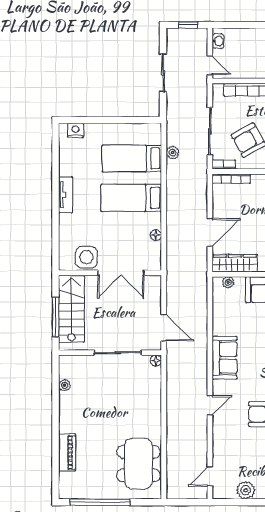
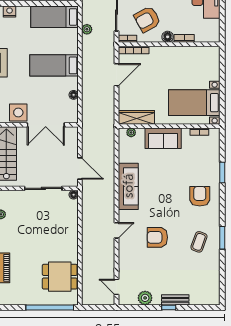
bed: (132, 158) -> (55, 17), moved
door: (210, 232) -> (117, 75), moved
sofa: (225, 358) -> (128, 186), width x1.36
dining table: (138, 464) -> (60, 277), width x0.73
door: (210, 476) -> (117, 287), hinge flipped
window: (100, 502) -> (50, 308), moved

